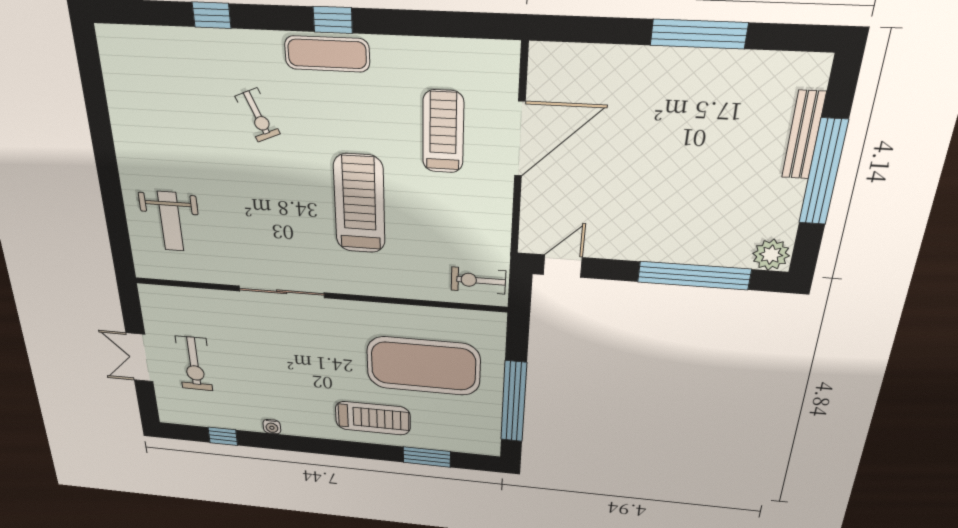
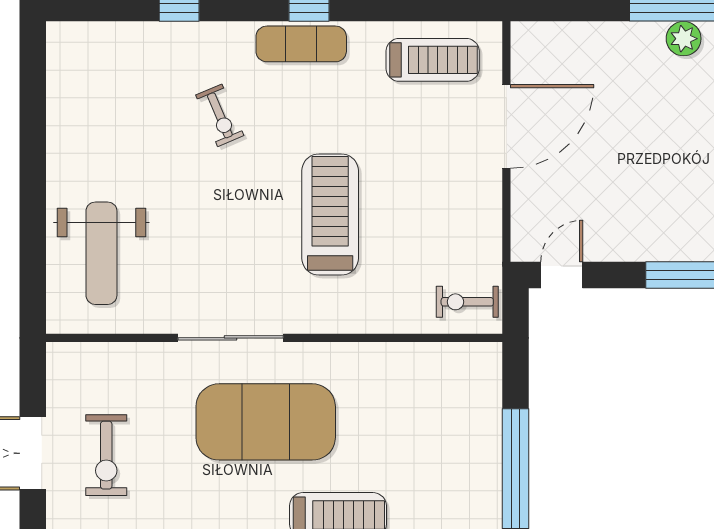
plant: (704, 65) -> (684, 39), added
treadmill: (443, 132) -> (433, 60), moved, turned 90
weight bench: (171, 221) -> (101, 253), width x1.36, depth x1.33
exercise mat: (423, 366) -> (266, 422), moved

